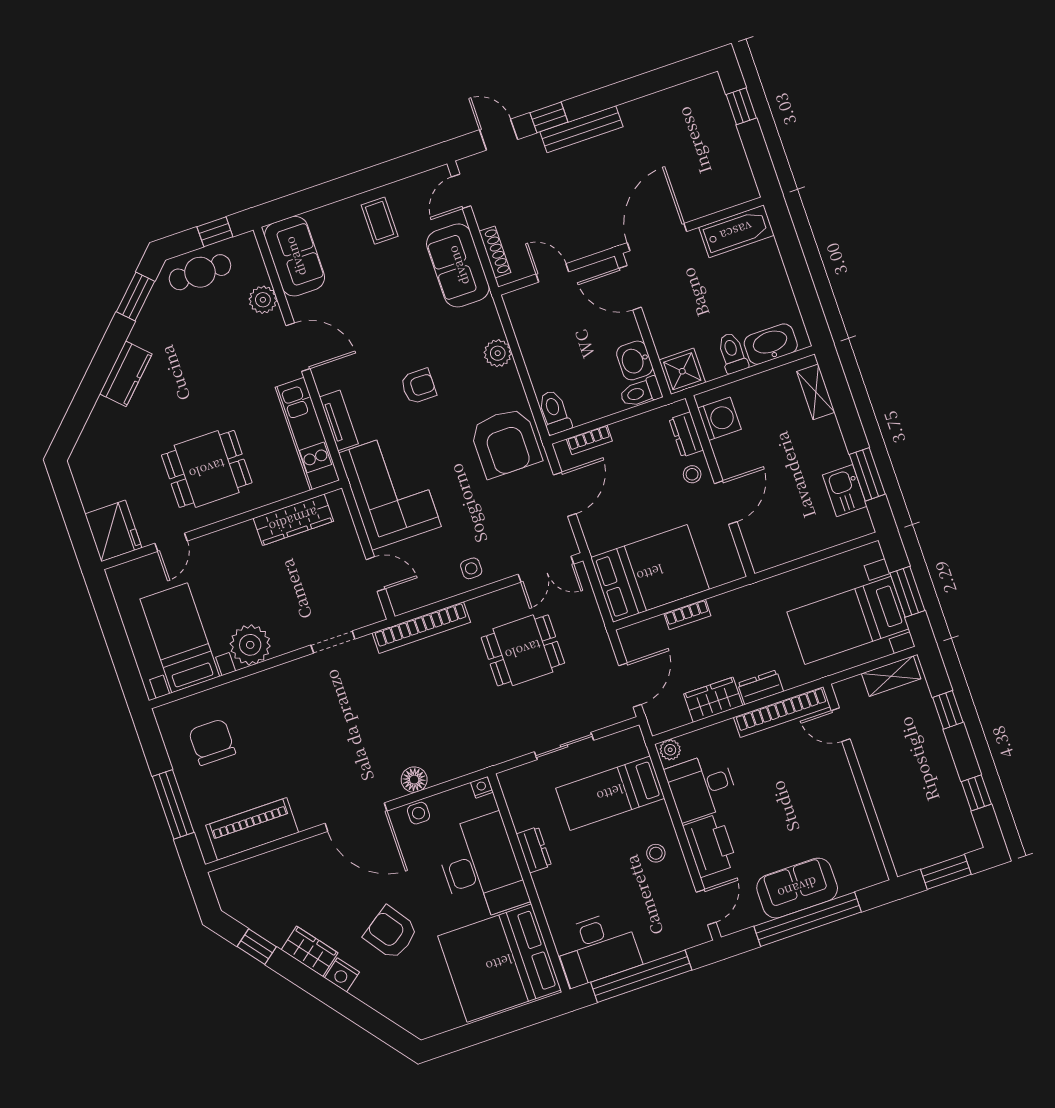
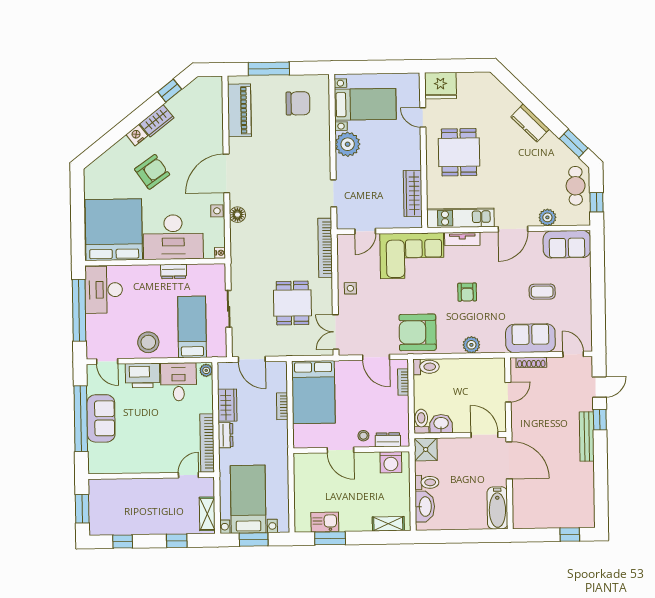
coffee table: (380, 221) -> (542, 292), moved
door: (630, 288) -> (485, 435), hinge flipped
stool: (656, 853) -> (148, 342), width x1.89, depth x1.89

